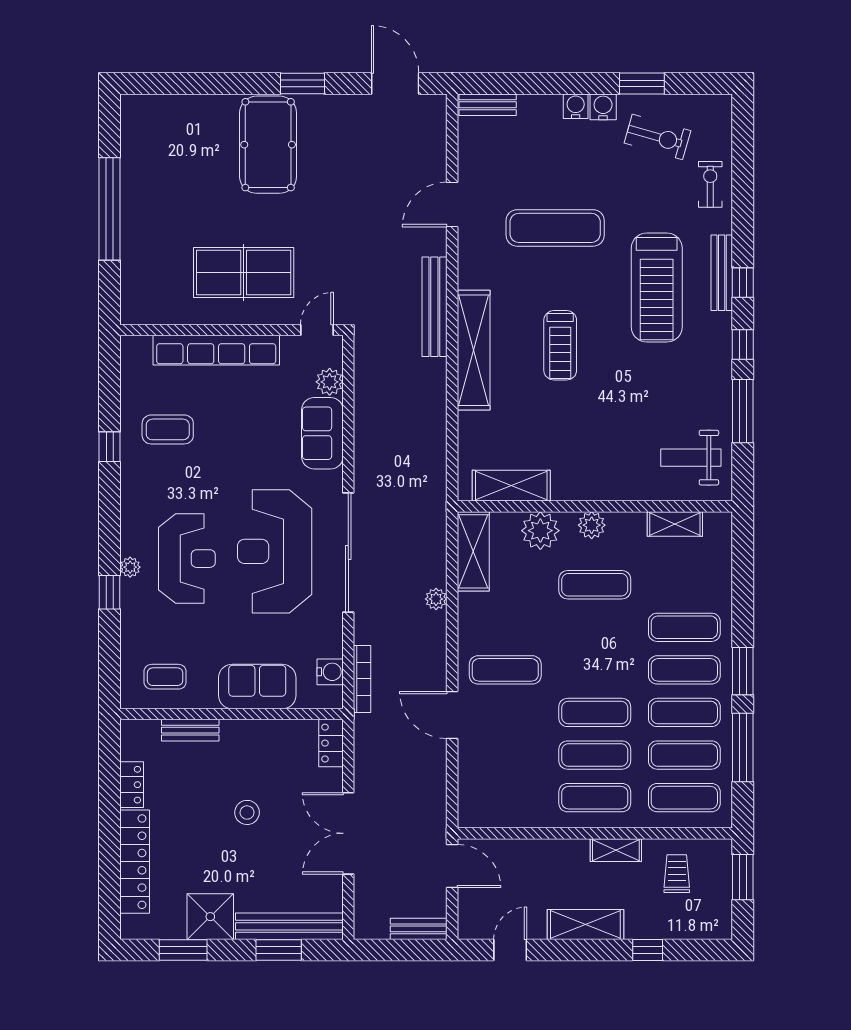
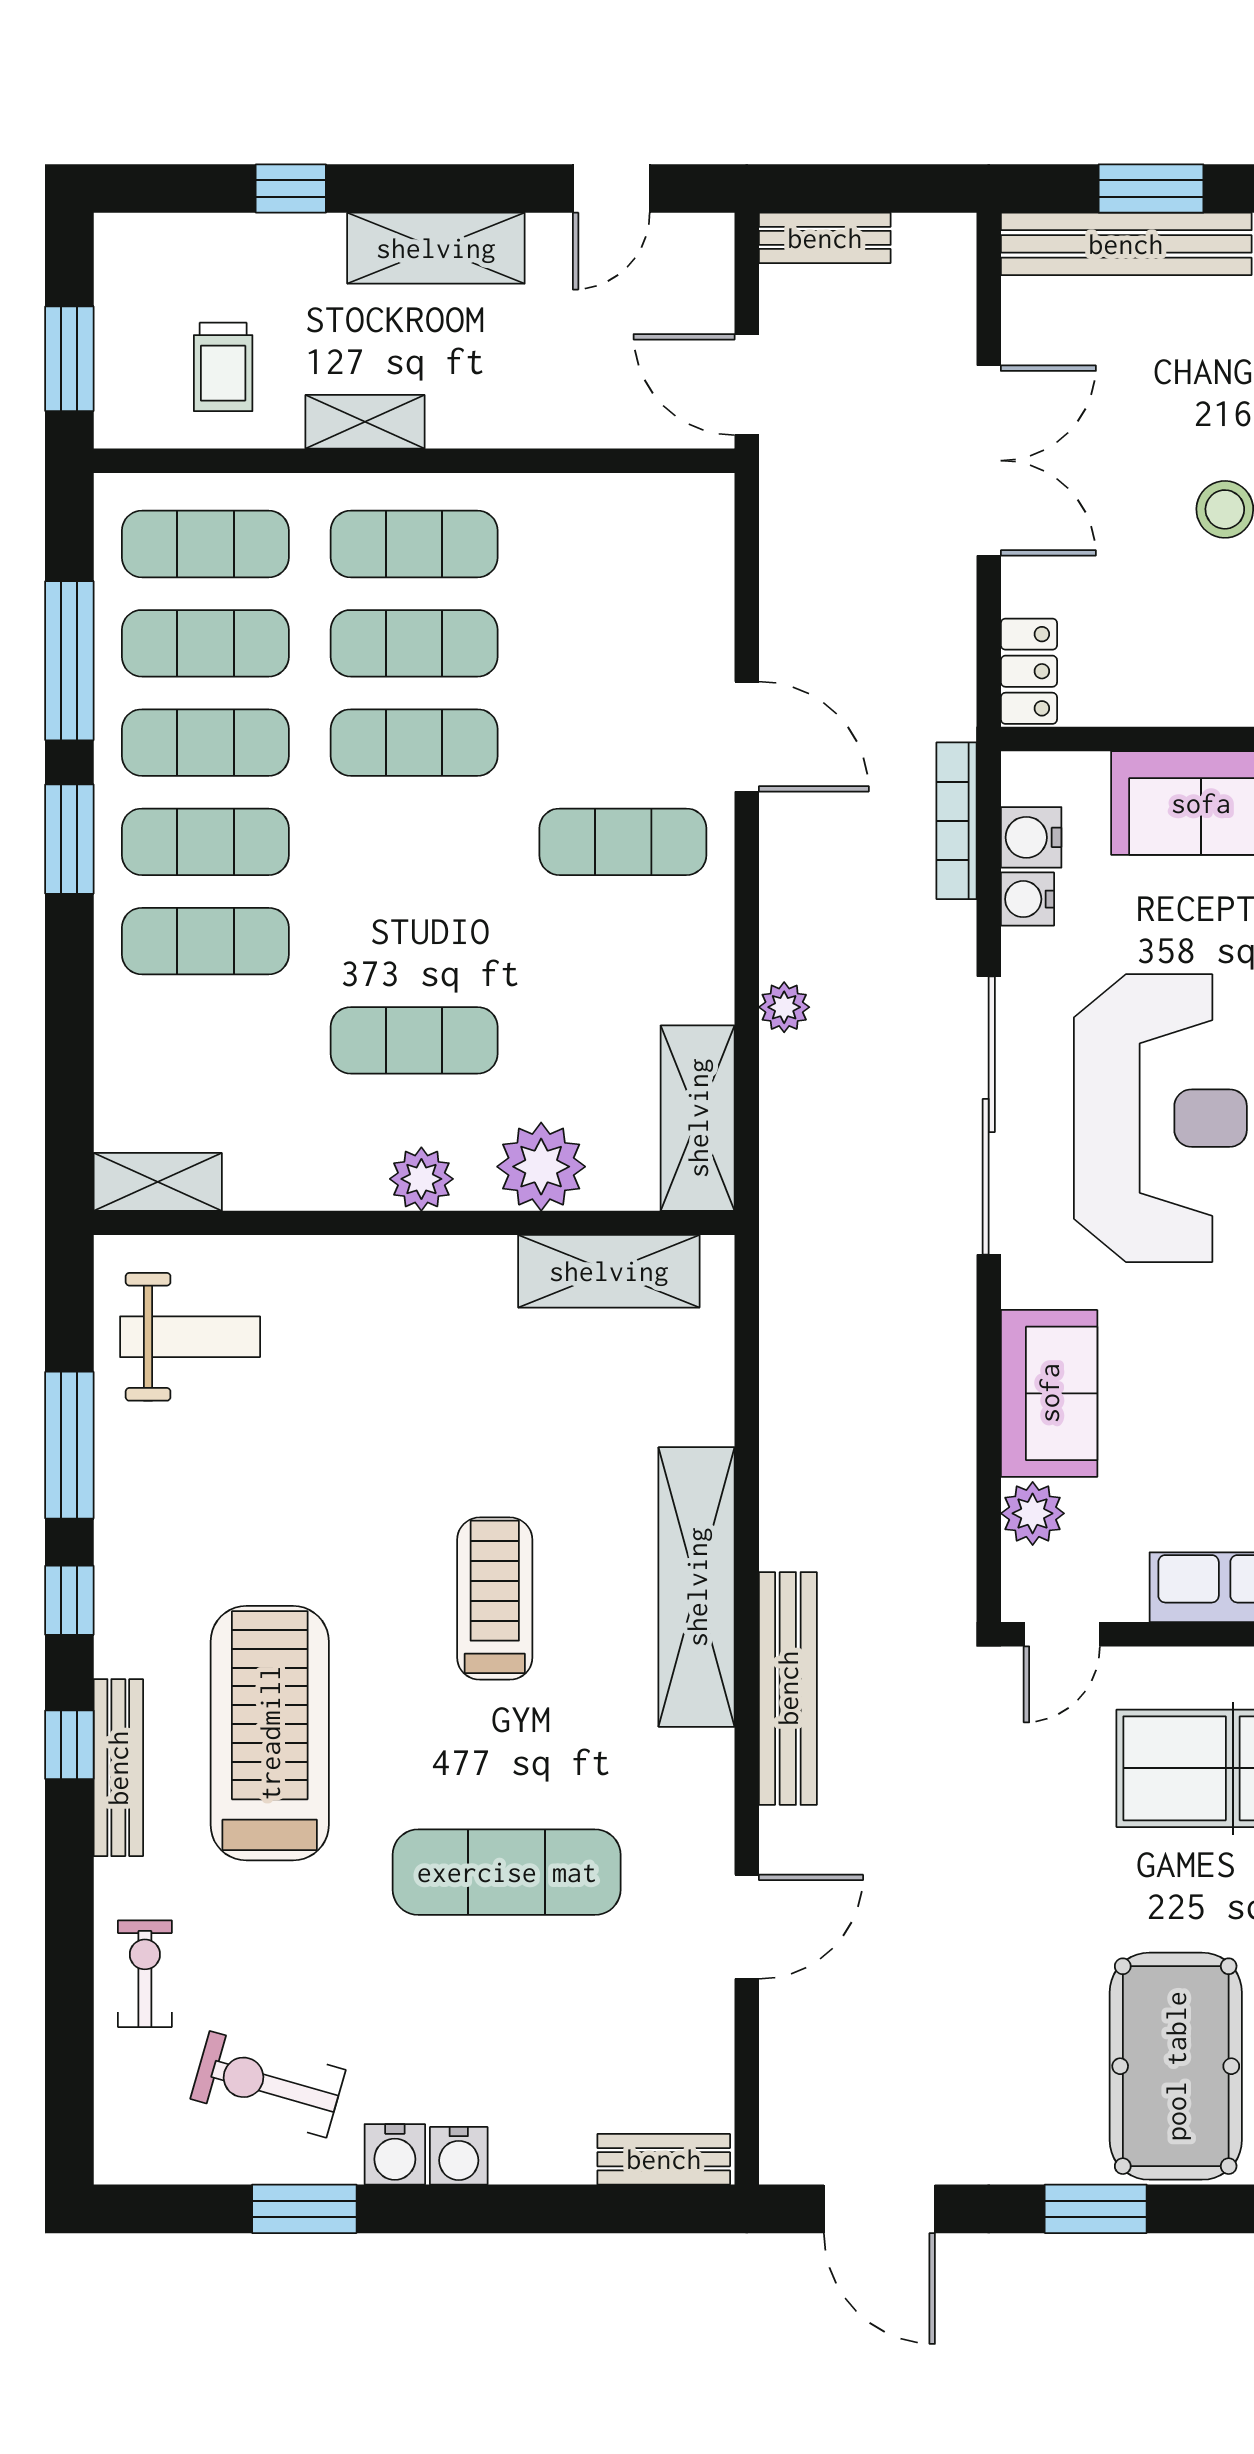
exercise bike: (710, 184) -> (145, 1974), turned 180
shelving: (675, 524) -> (158, 1182), moved
water cooler: (332, 645) -> (1027, 899), added

